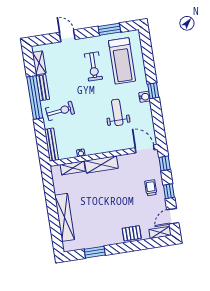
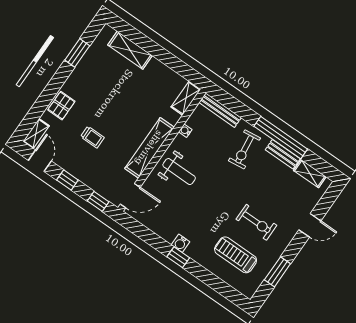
treadmill: (122, 61) -> (236, 255), width x0.73, depth x0.73
exercise bike: (93, 67) -> (256, 222), turned 180
weight bench: (117, 112) -> (179, 172), moved
shelving: (101, 164) -> (149, 148), width x1.47
shelving: (73, 168) -> (186, 98), moved
trolley: (151, 188) -> (92, 137), moved
shelving: (65, 217) -> (130, 50), width x0.68

